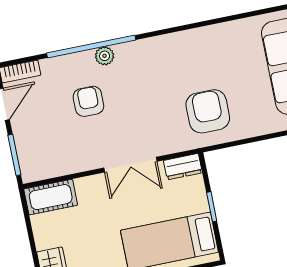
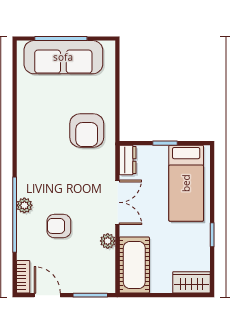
armchair: (208, 111) -> (87, 131), turned -90
plant: (82, 163) -> (108, 241), added
cot: (51, 197) -> (134, 265), width x1.37, depth x1.34

